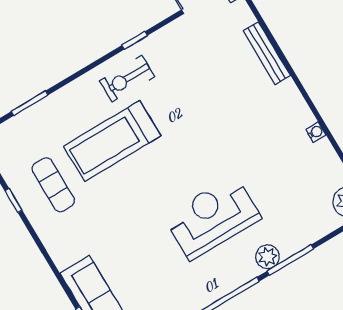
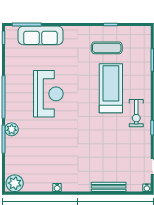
exercise bike: (127, 78) -> (136, 113), turned 180
reception desk: (212, 217) -> (48, 94), moved

